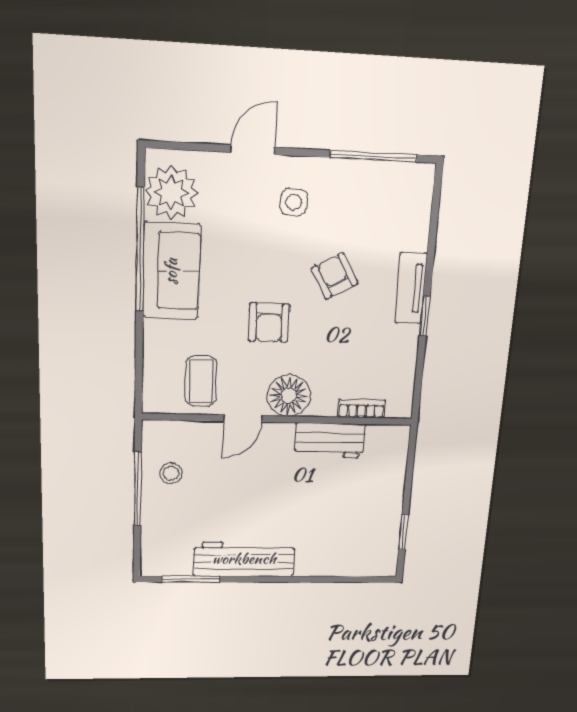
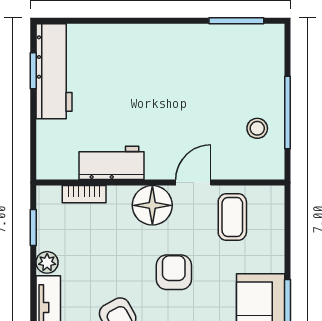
window: (425, 316) -> (33, 228), moved
plant: (408, 338) -> (47, 262), added
workbench: (244, 559) -> (54, 71), moved, turned -90

